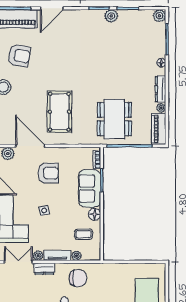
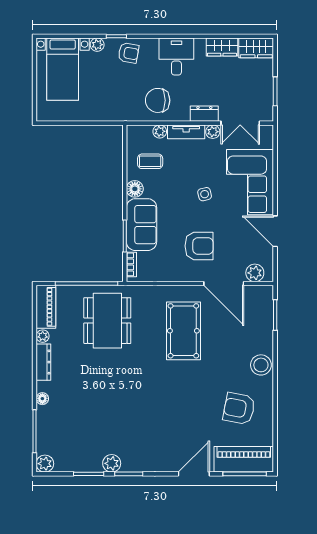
armchair: (48, 173) -> (199, 246), turned 180

